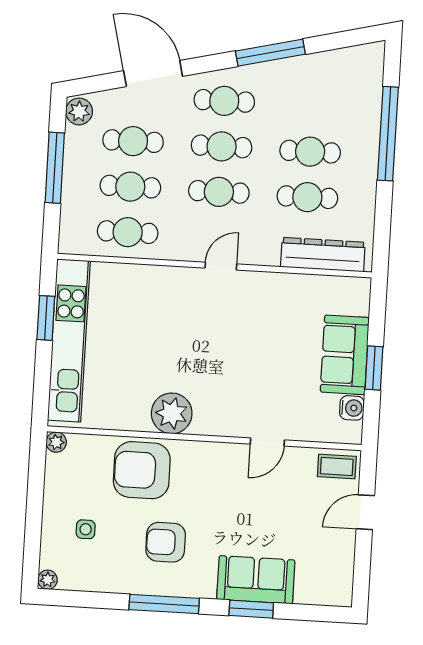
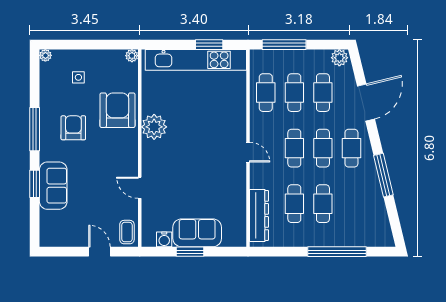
window: (55, 168) -> (284, 45), moved

